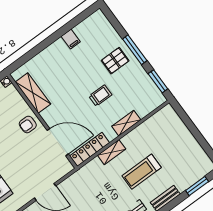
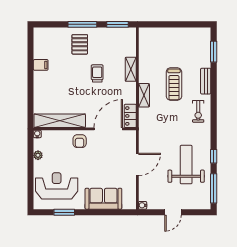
shelving: (33, 93) -> (60, 121), width x1.47
locker: (90, 149) -> (130, 116), width x0.66

